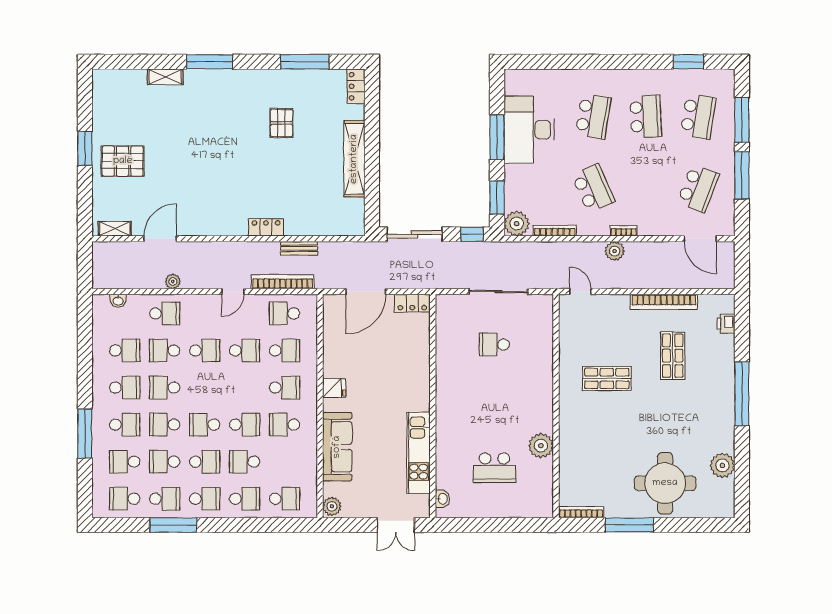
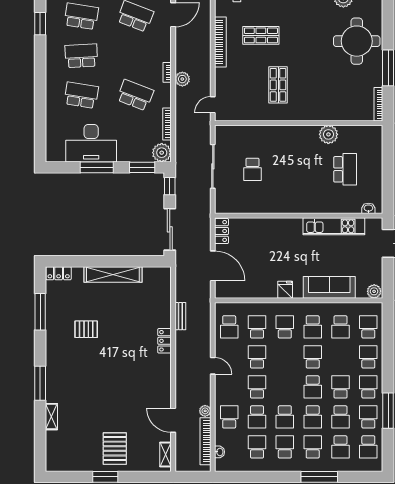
school desk: (593, 188) -> (135, 95), turned 45
bookcase: (283, 282) -> (205, 441), moved
school desk: (245, 462) -> (341, 327), moved

